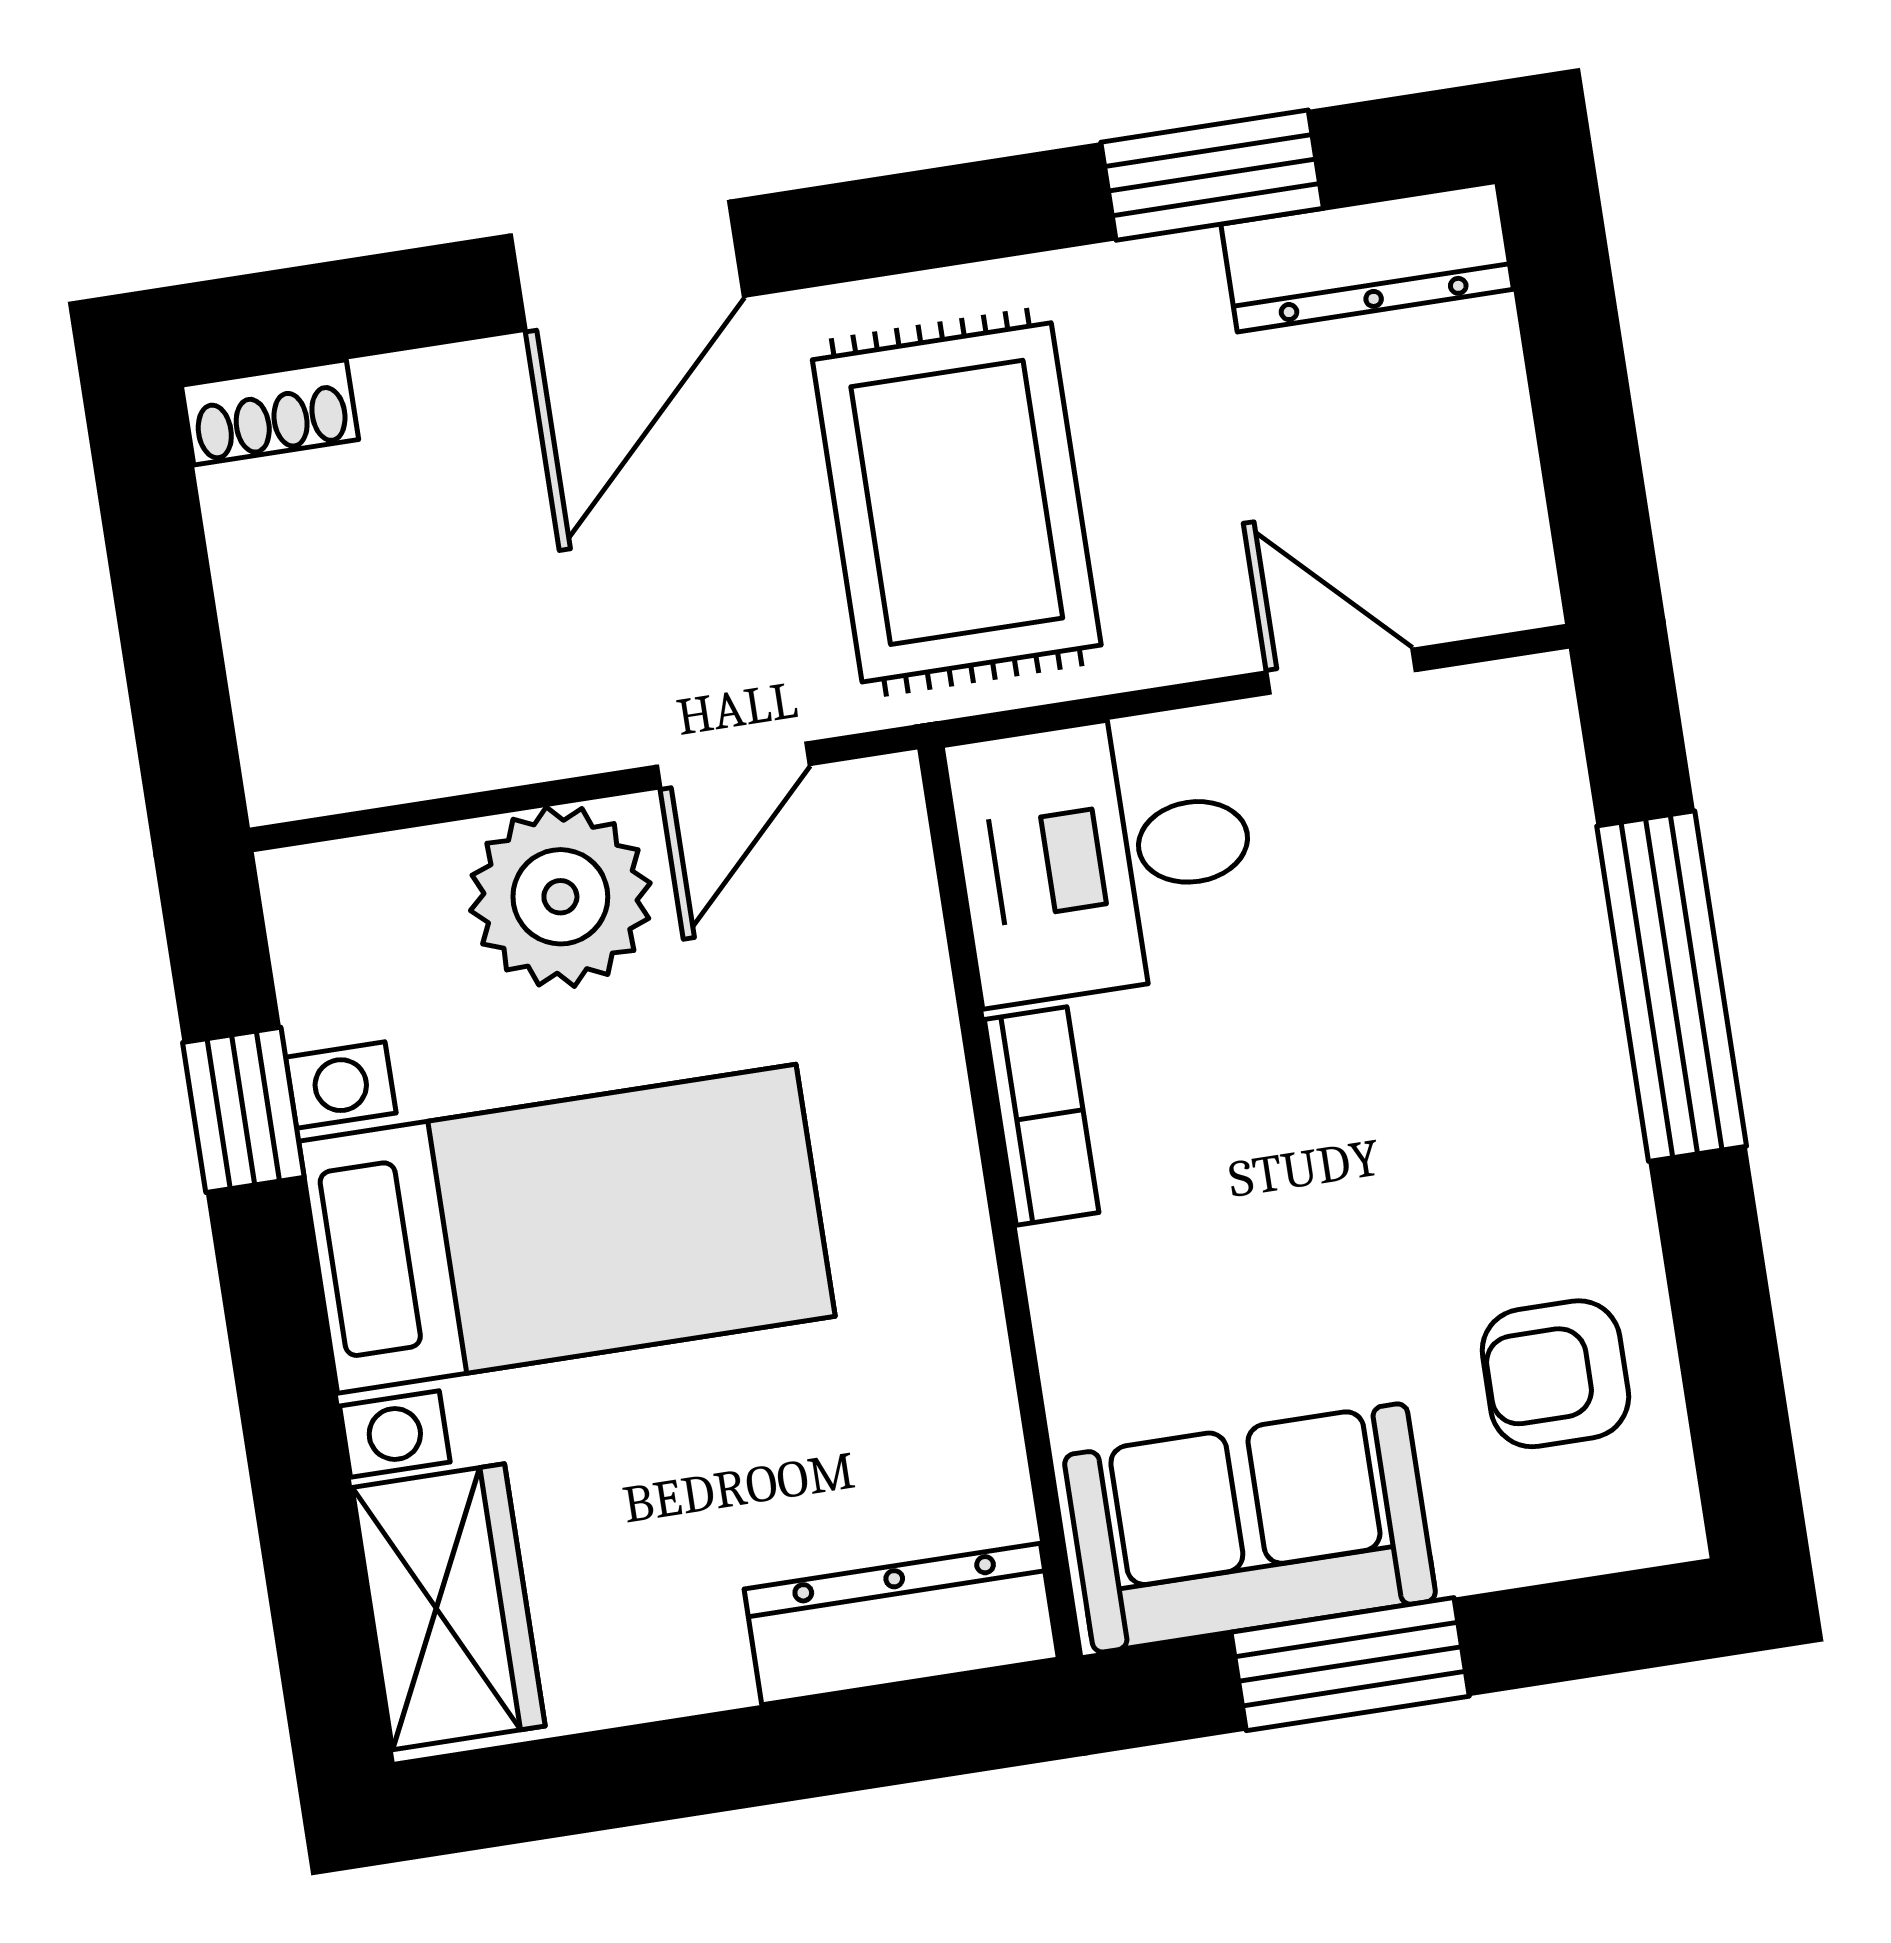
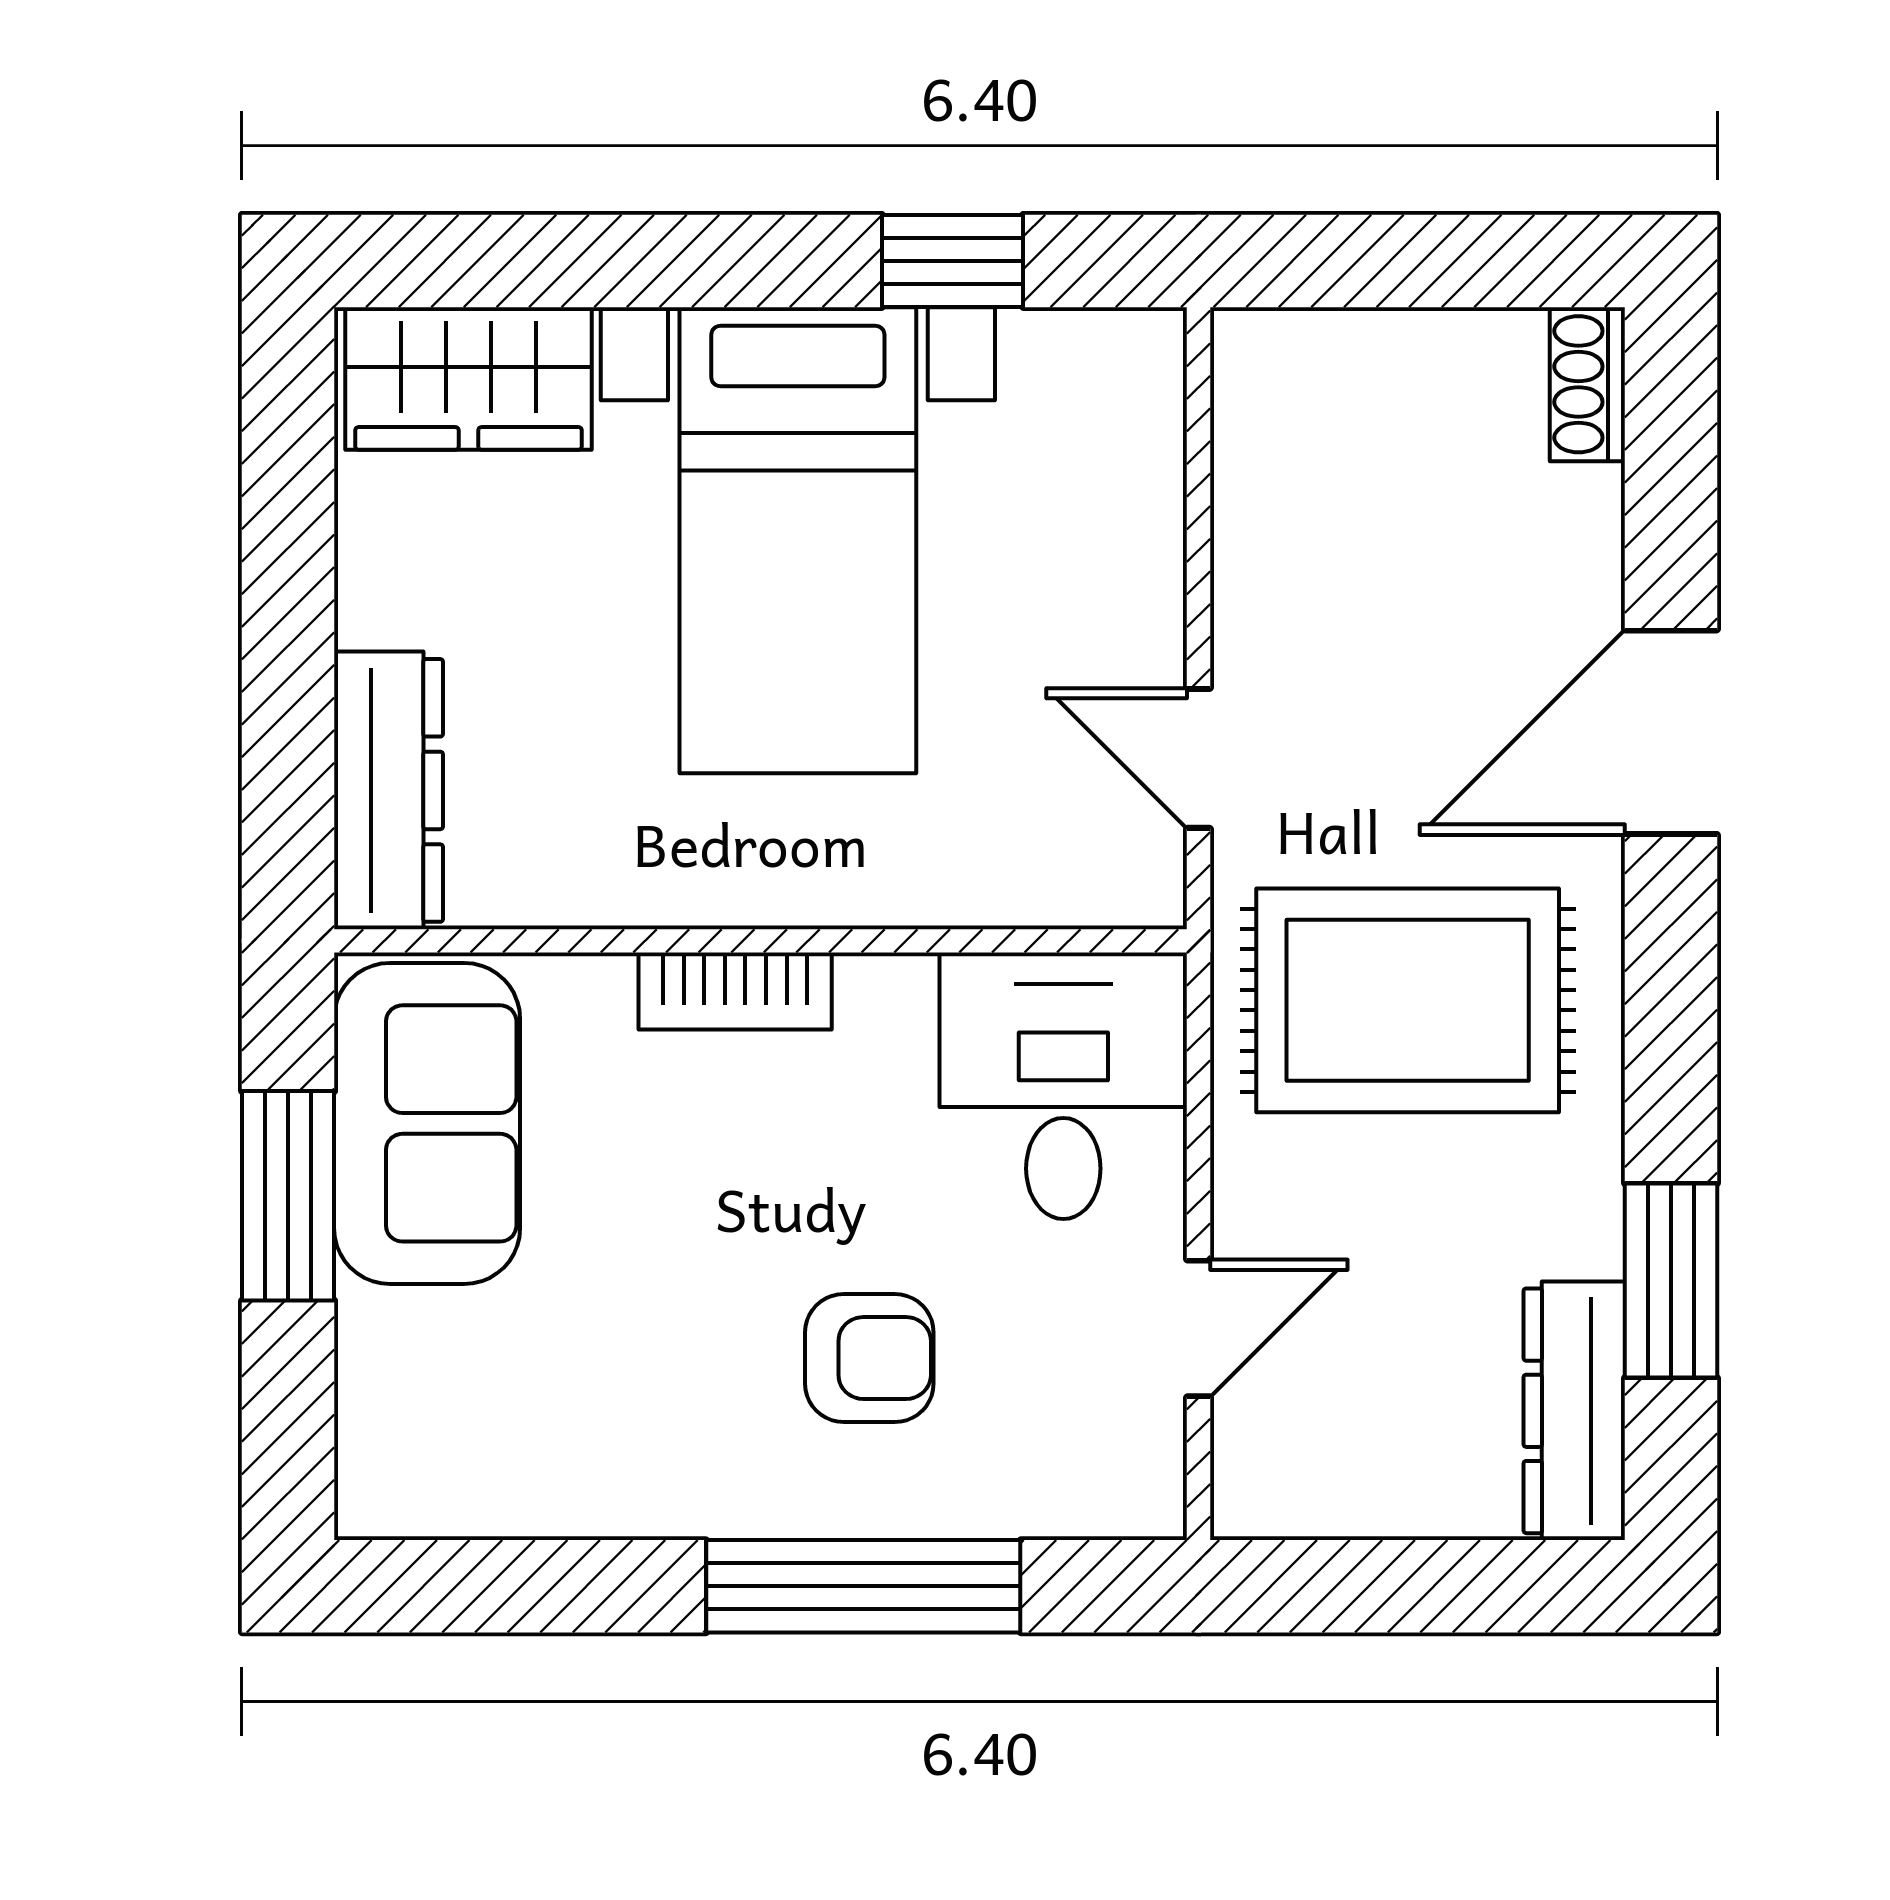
door: (627, 266) -> (1671, 732), hinge flipped
plant: (560, 897) -> (1103, 581), removed
bookcase: (1042, 1116) -> (735, 991), moved
armchair: (1555, 1374) -> (869, 1358), moved, turned 90

